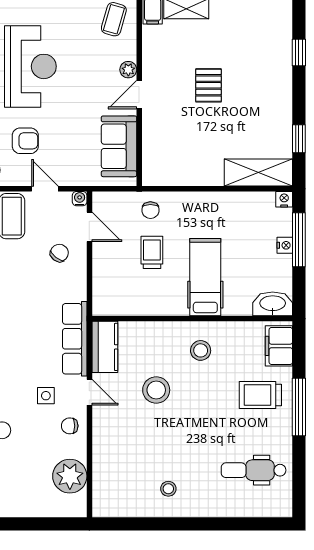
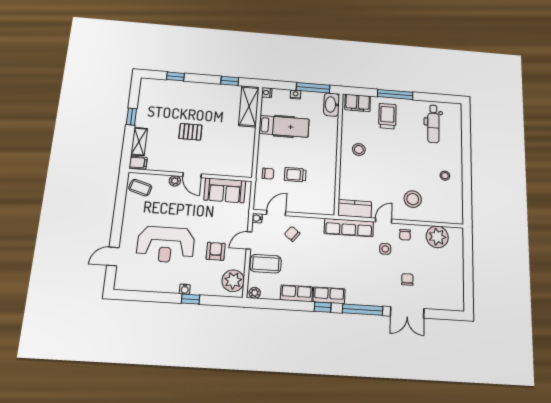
reception desk: (30, 66) -> (166, 245), turned 180
window: (299, 240) -> (313, 88), moved
hospital bed: (205, 277) -> (284, 126), moved, turned 180
stool: (156, 390) -> (413, 199), moved
trolley: (260, 395) -> (387, 116), turned 180

